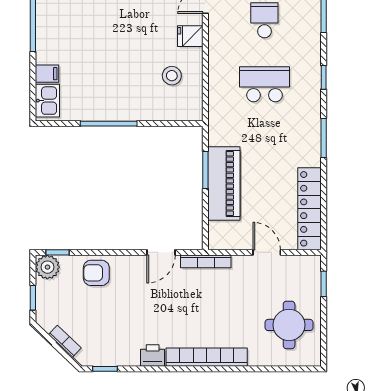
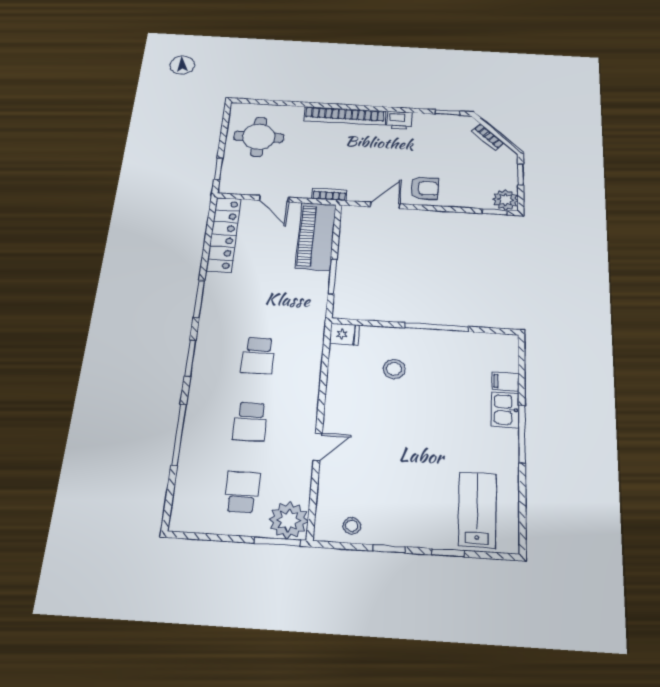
fridge: (190, 36) -> (344, 334), moved
stool: (172, 76) -> (394, 369), moved
window: (324, 77) -> (190, 358), width x1.50
school desk: (264, 84) -> (258, 355), width x0.54
kitchen sink: (47, 101) -> (505, 410), moved
piano: (224, 183) -> (316, 236), moved
bookcase: (206, 261) -> (329, 194), width x0.64
armchair: (96, 273) -> (425, 188), moved

